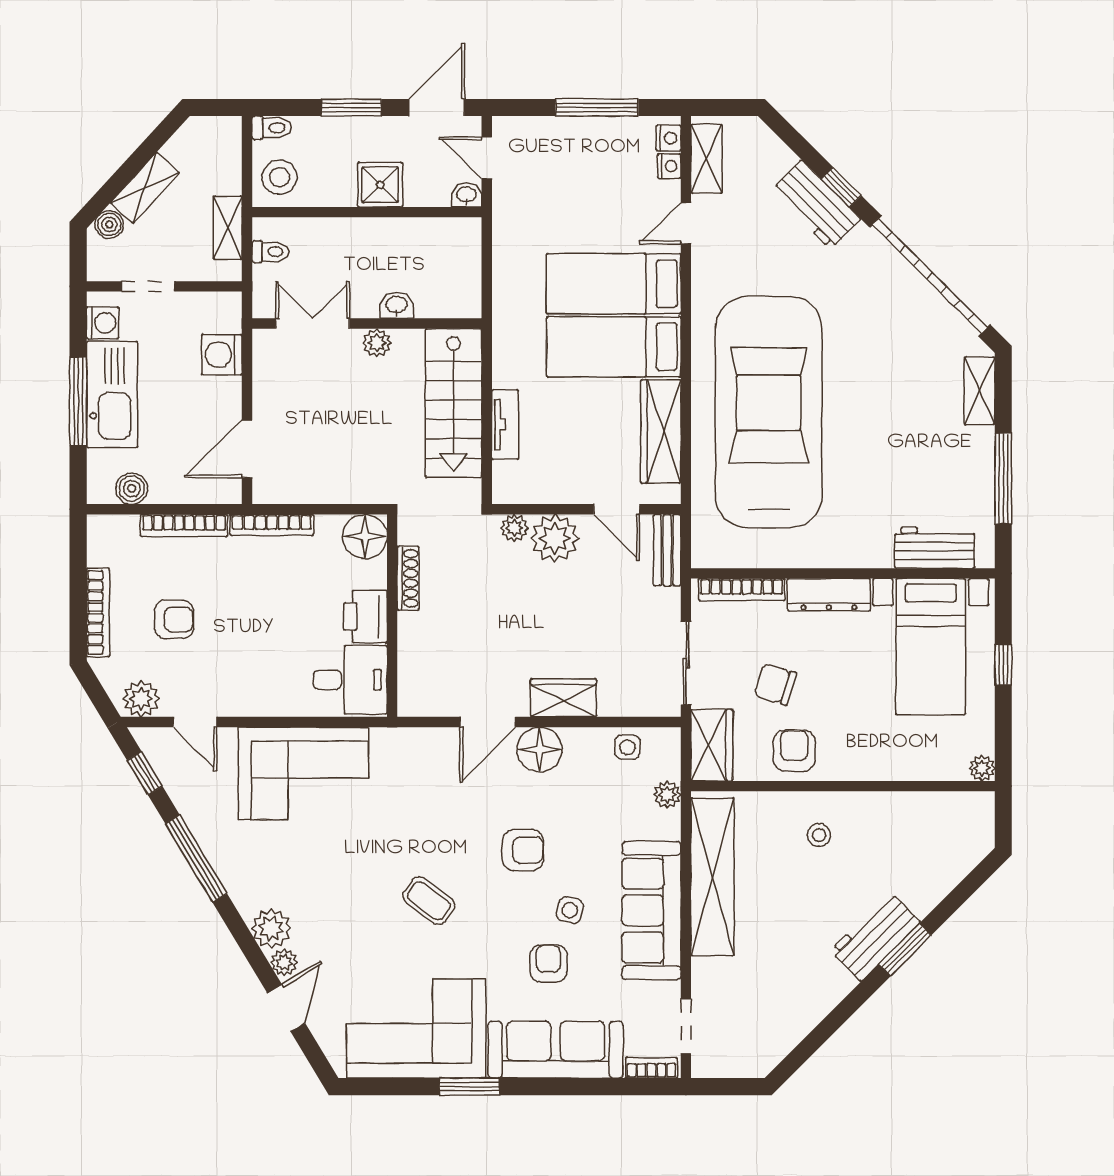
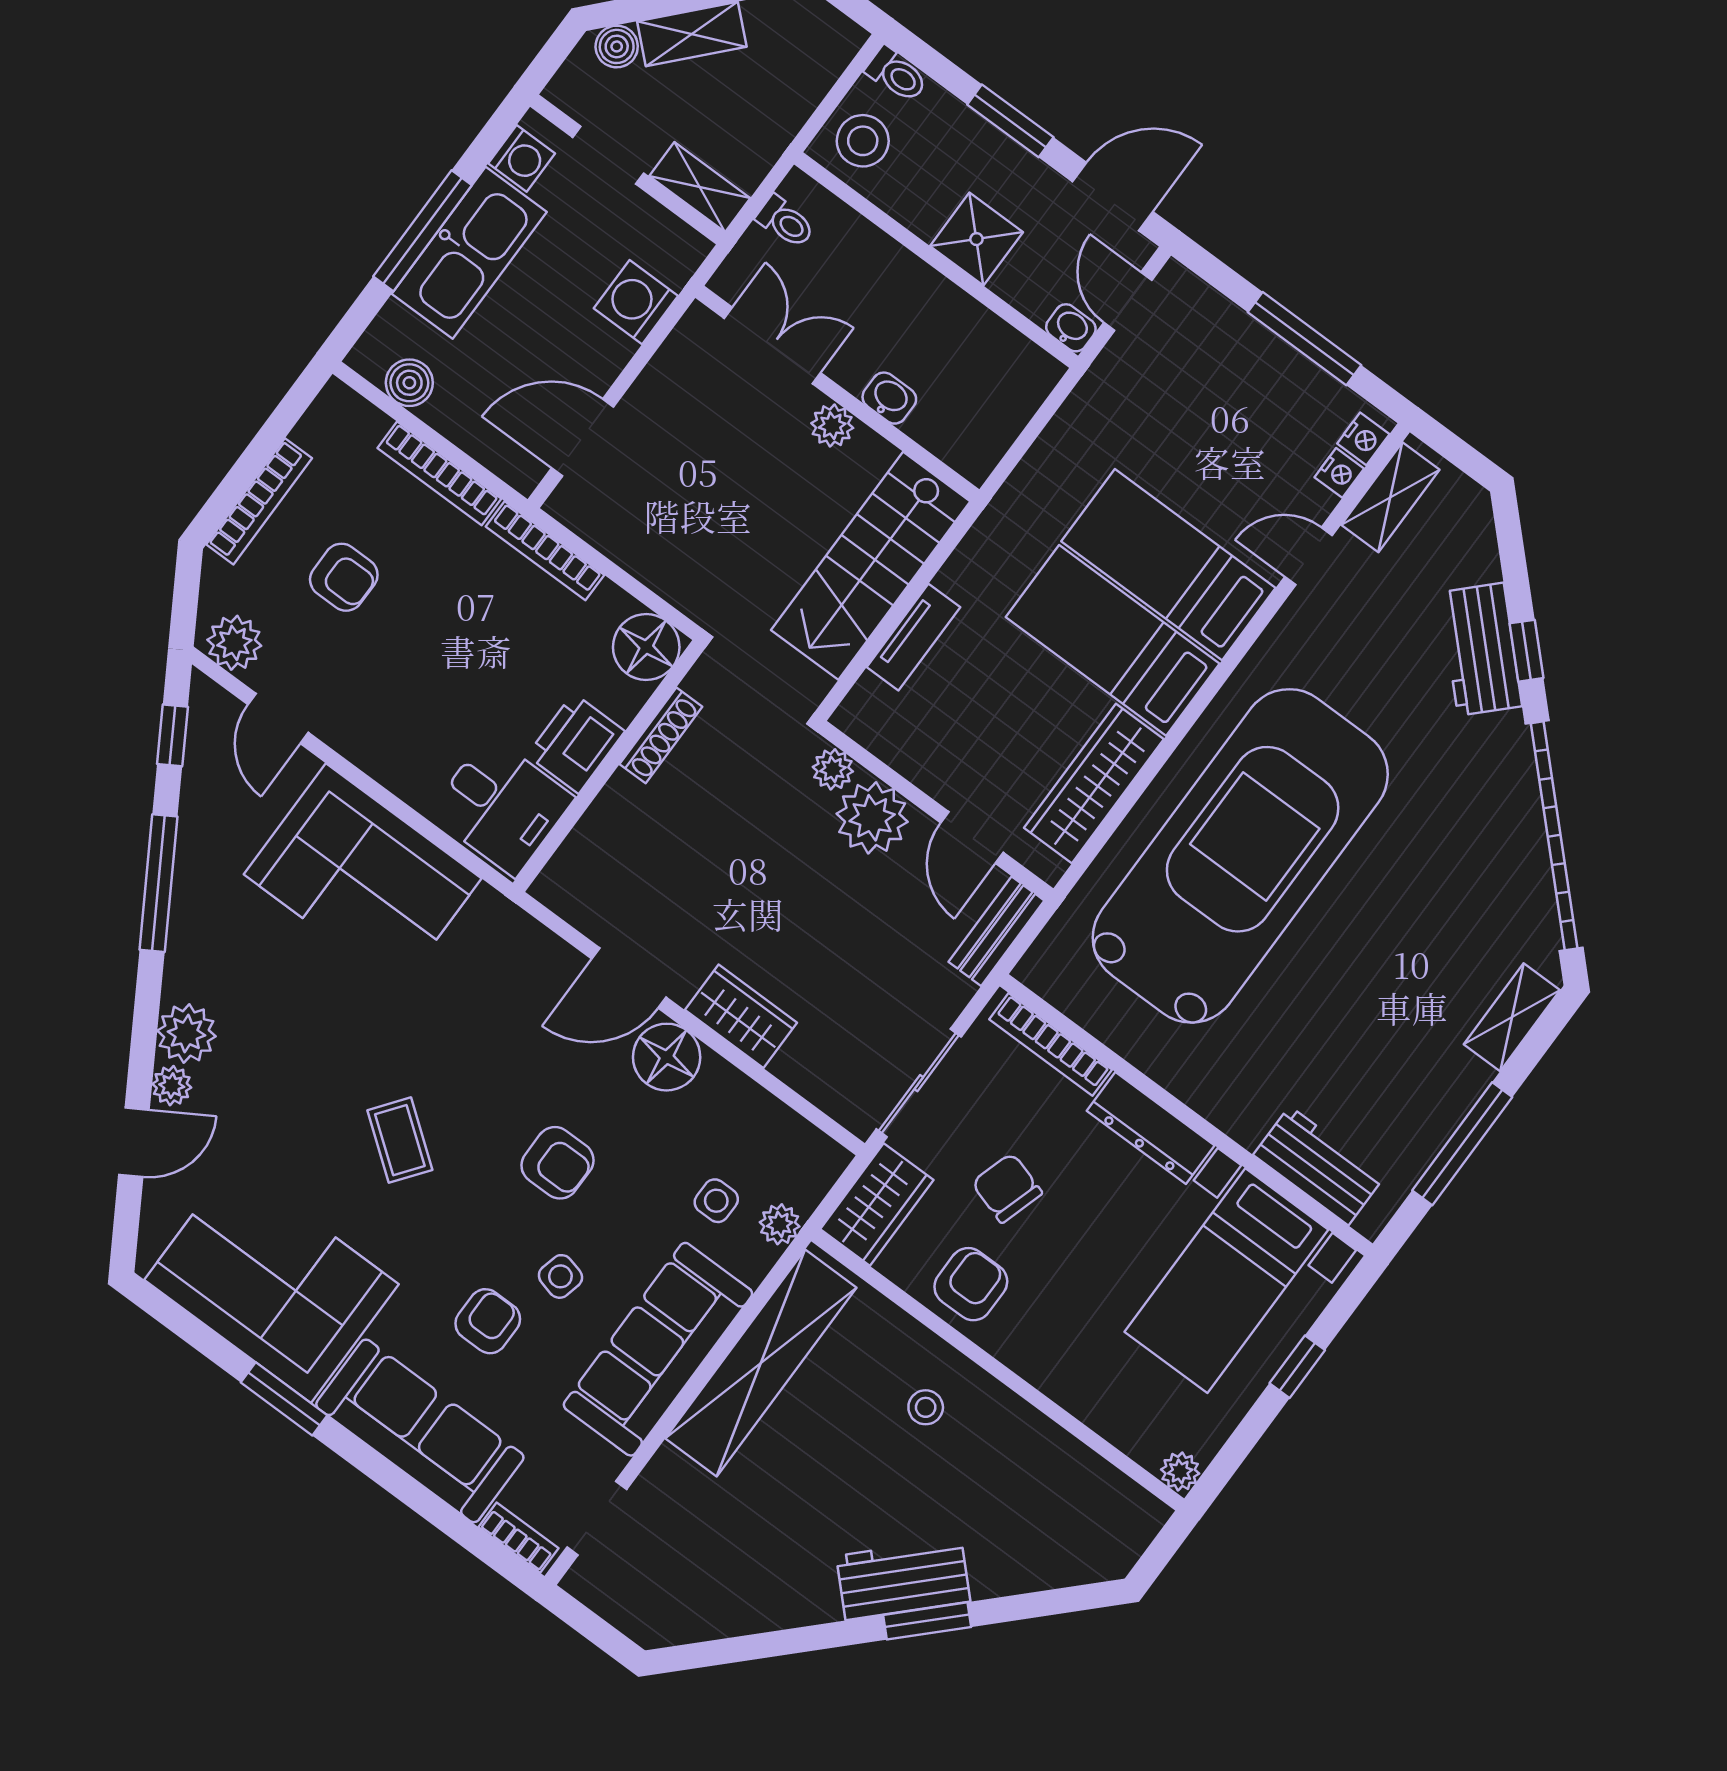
shelving: (228, 228) -> (700, 187), moved, turned 90
side table: (627, 747) -> (716, 1201), moved

